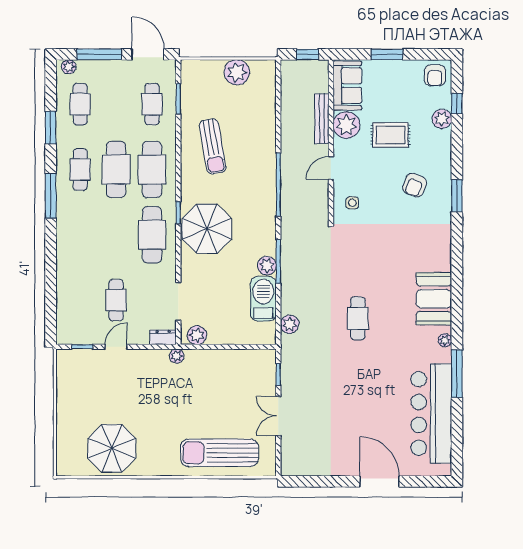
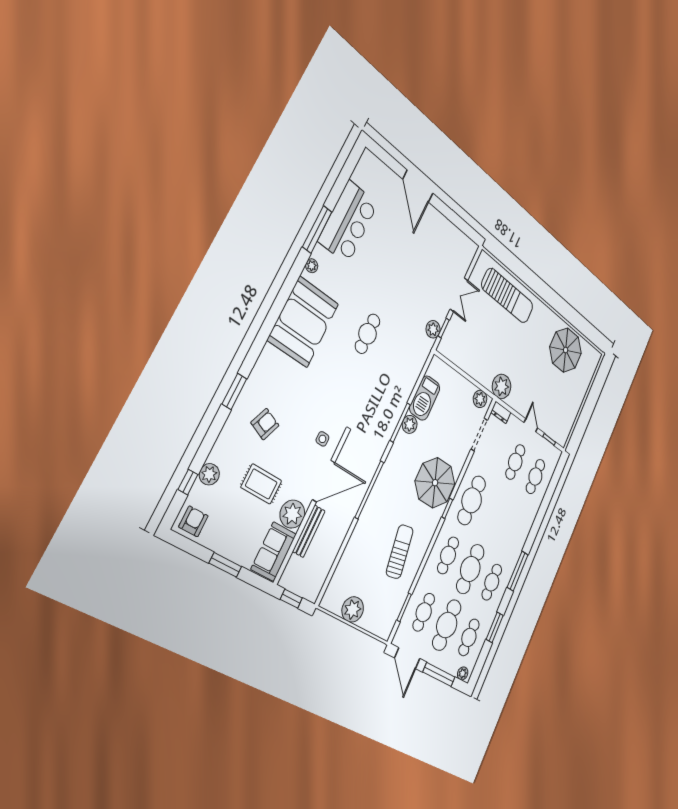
cafe table: (116, 104) -> (447, 625), added
door: (331, 168) -> (324, 481), width x1.88
cafe table: (152, 169) -> (448, 555), width x0.73, depth x0.74
booth: (434, 299) -> (303, 322), width x1.36, depth x1.42
cafe table: (80, 300) -> (535, 477), added
plant: (290, 324) -> (433, 329), moved
door: (116, 347) -> (531, 425), swing flipped
plant: (177, 356) -> (502, 386), width x1.87, depth x1.87
bar counter: (431, 413) -> (348, 222), width x0.73

